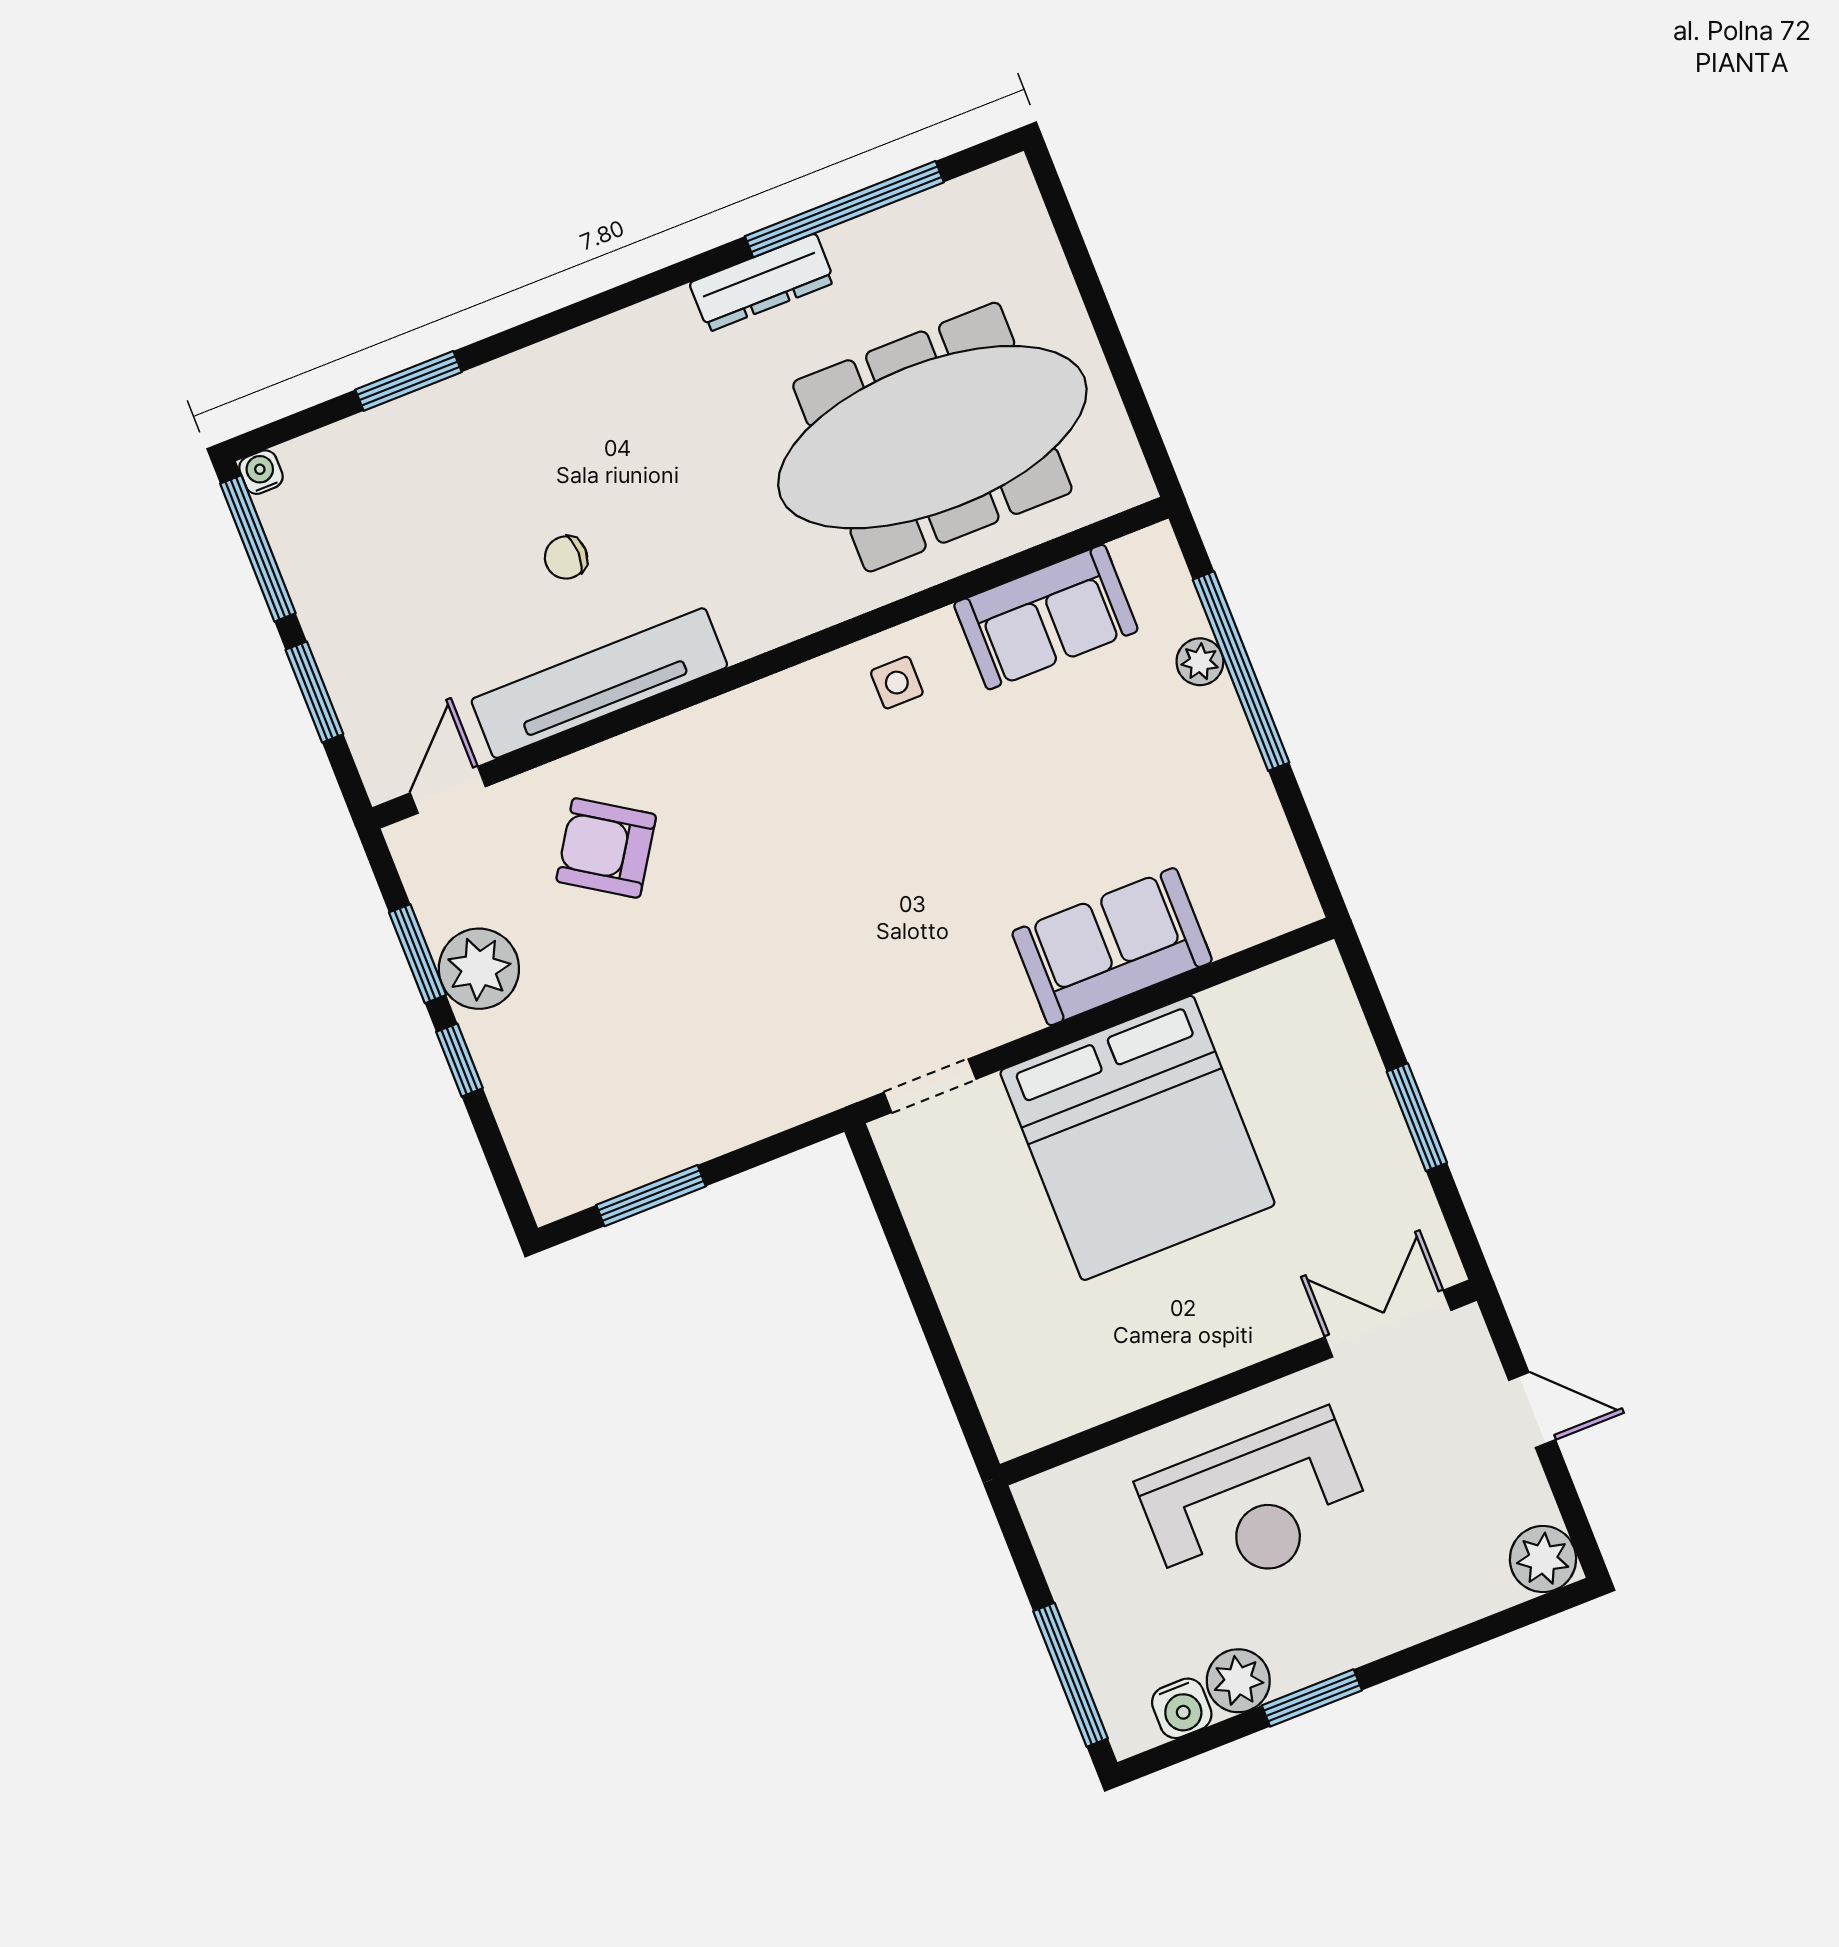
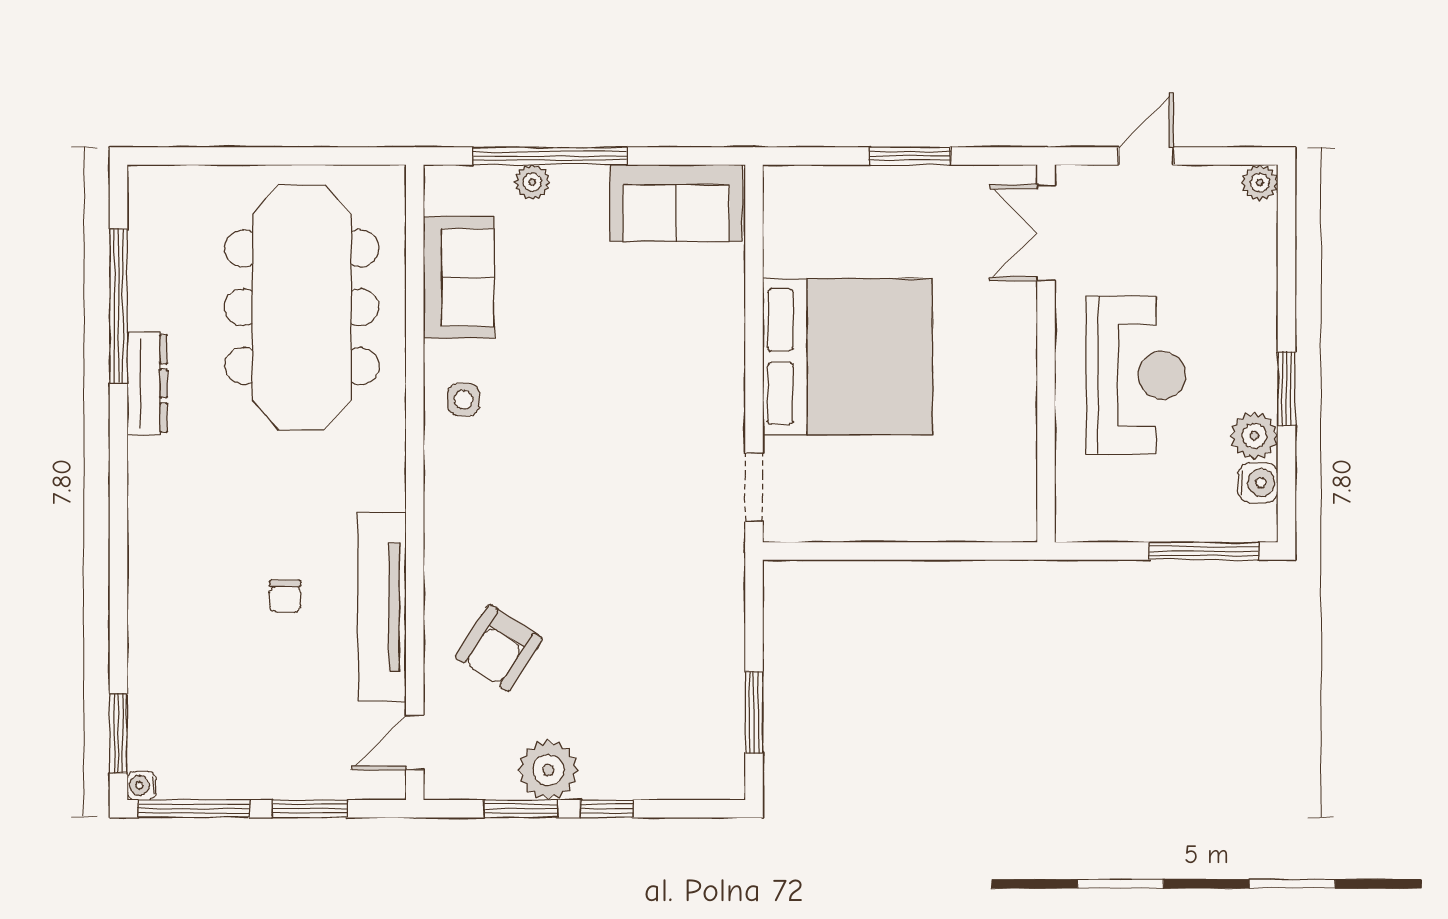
window: (408, 381) -> (118, 733), moved
door: (448, 790) -> (415, 742), hinge flipped
sofa: (1112, 947) -> (676, 203), moved, turned -90
plant: (1543, 1559) -> (1260, 183), width x0.73, depth x0.73

